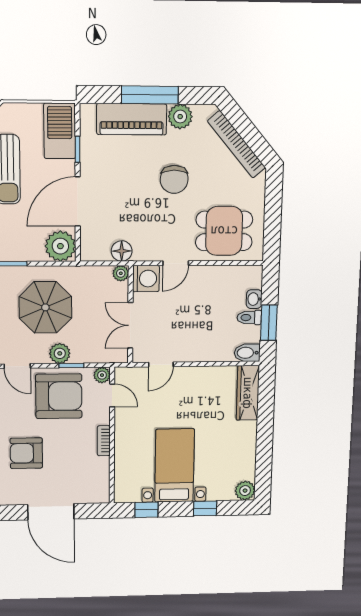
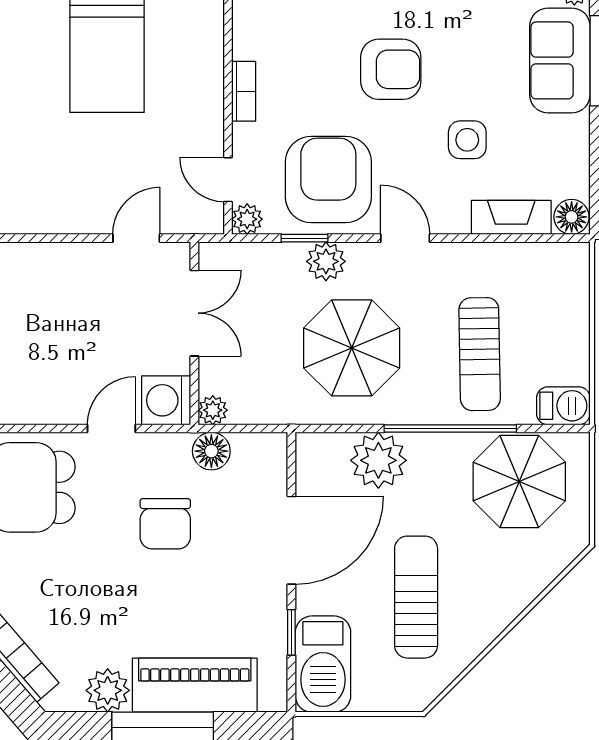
chair: (174, 179) -> (165, 524), moved, turned 180
plant: (60, 246) -> (378, 460), moved
armchair: (59, 396) -> (328, 179), turned 90

